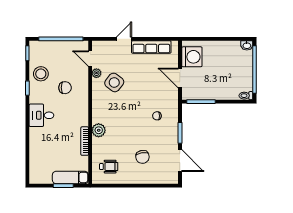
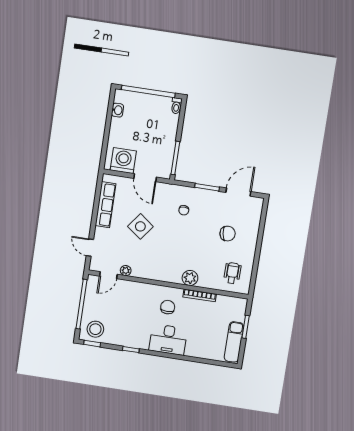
door: (124, 39) -> (90, 248), moved
washbasin: (247, 45) -> (118, 110), moved
stool: (41, 74) -> (95, 329), moved
door: (180, 78) -> (145, 178), hinge flipped
side table: (114, 82) -> (140, 226), moved
chair: (65, 88) -> (168, 307), moved
desk: (41, 115) -> (168, 339), width x1.37
exam couch: (70, 177) -> (234, 342), moved

